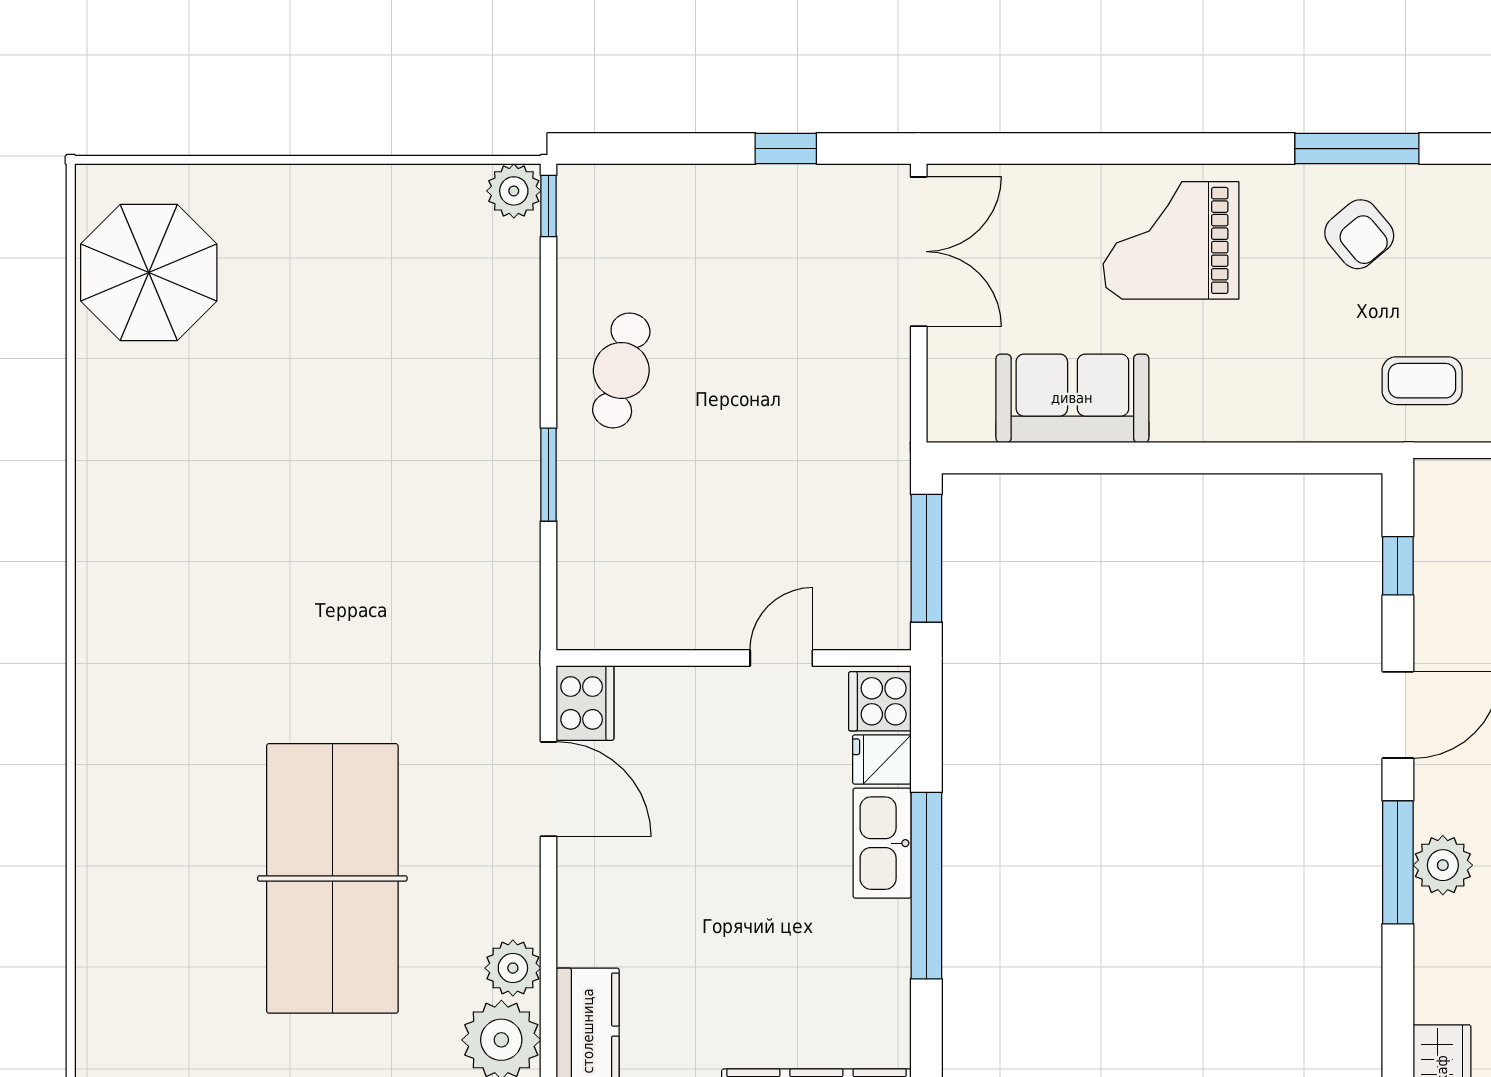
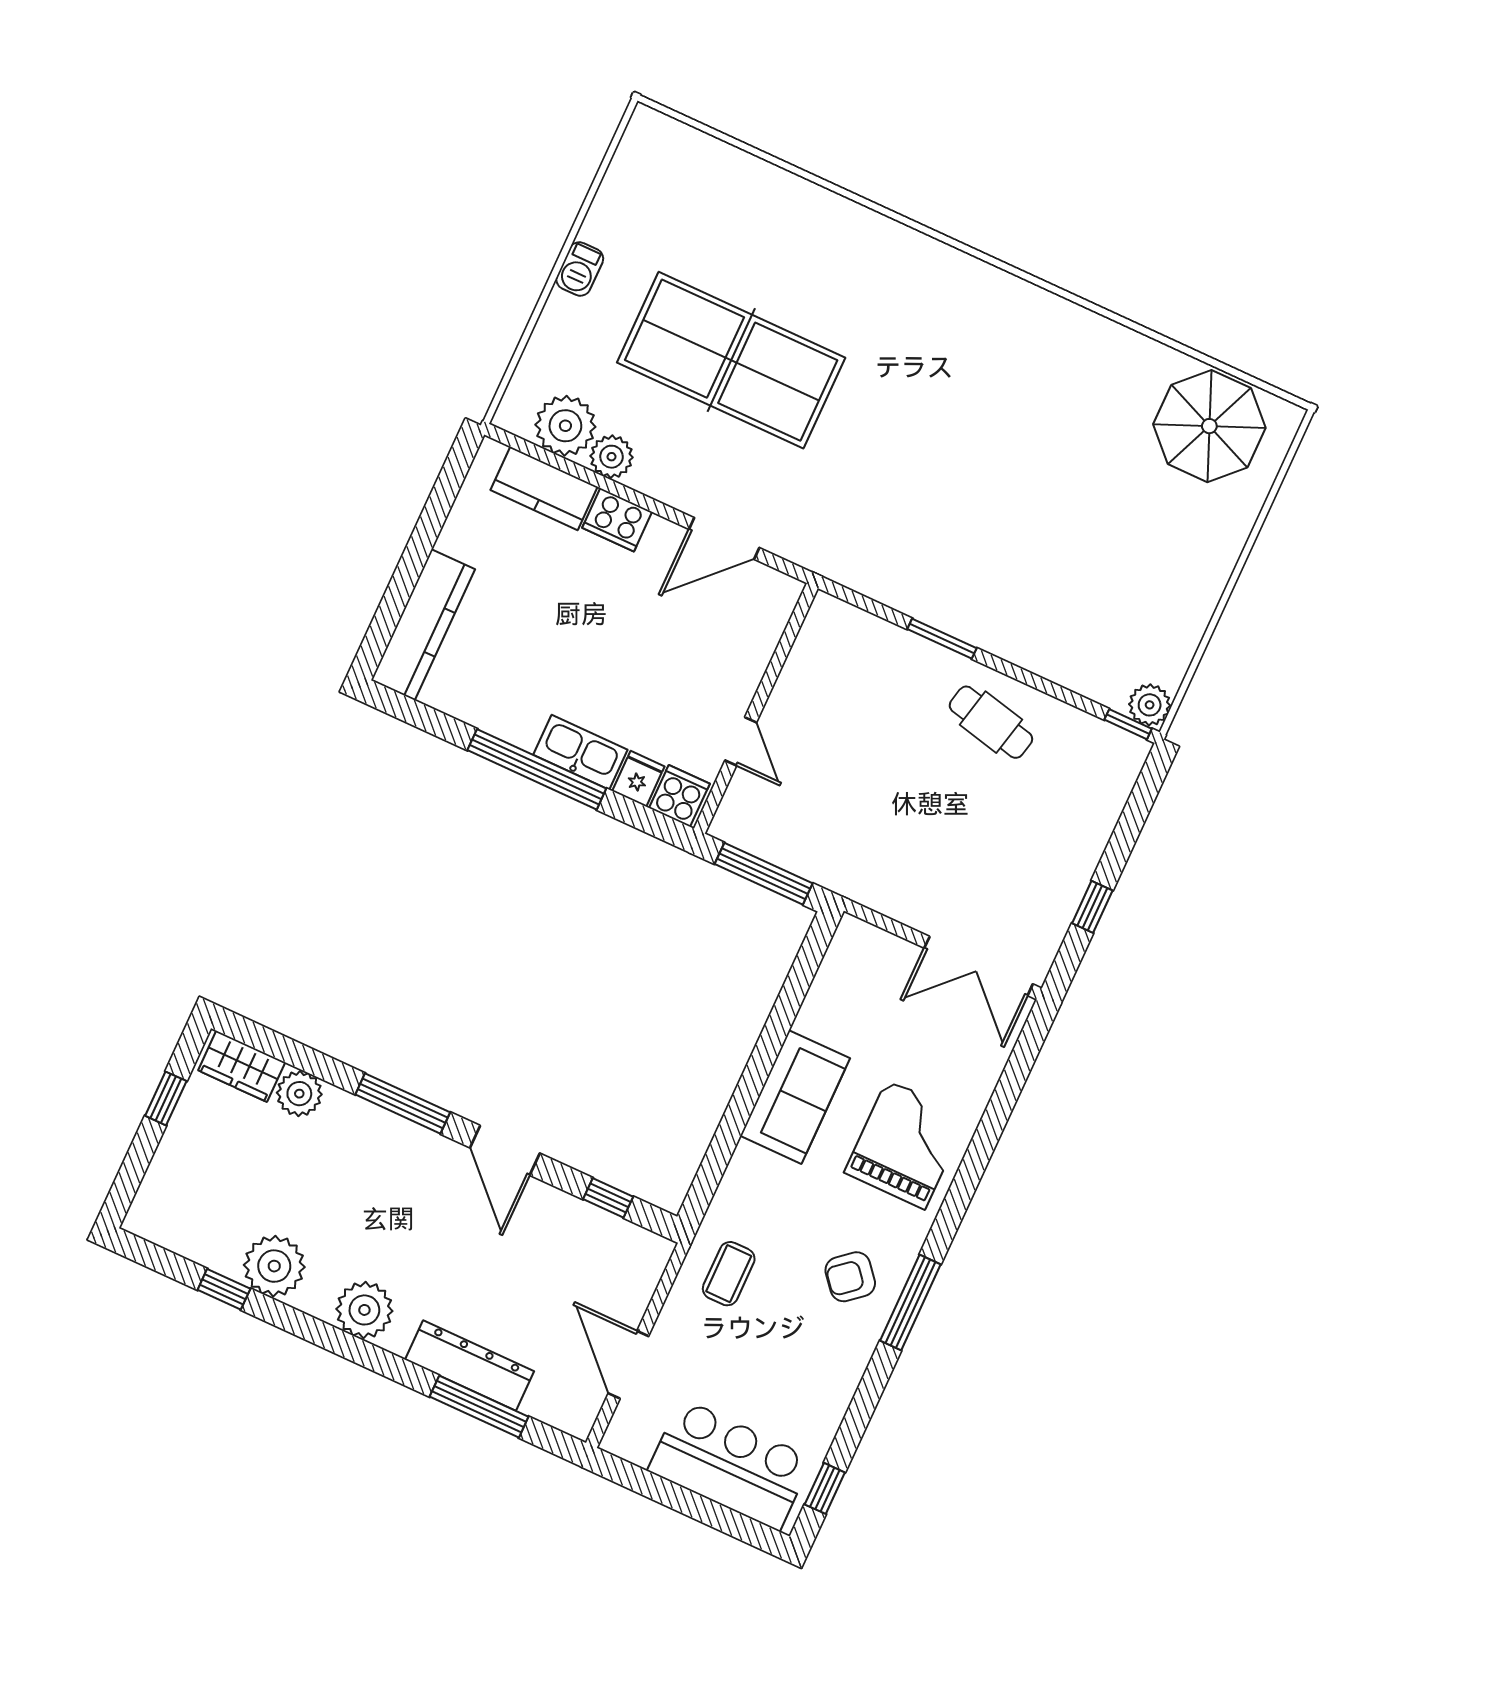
sofa: (1072, 398) -> (795, 1097), moved
cooker: (585, 703) -> (617, 520), moved
plant: (1443, 865) -> (299, 1094), moved

